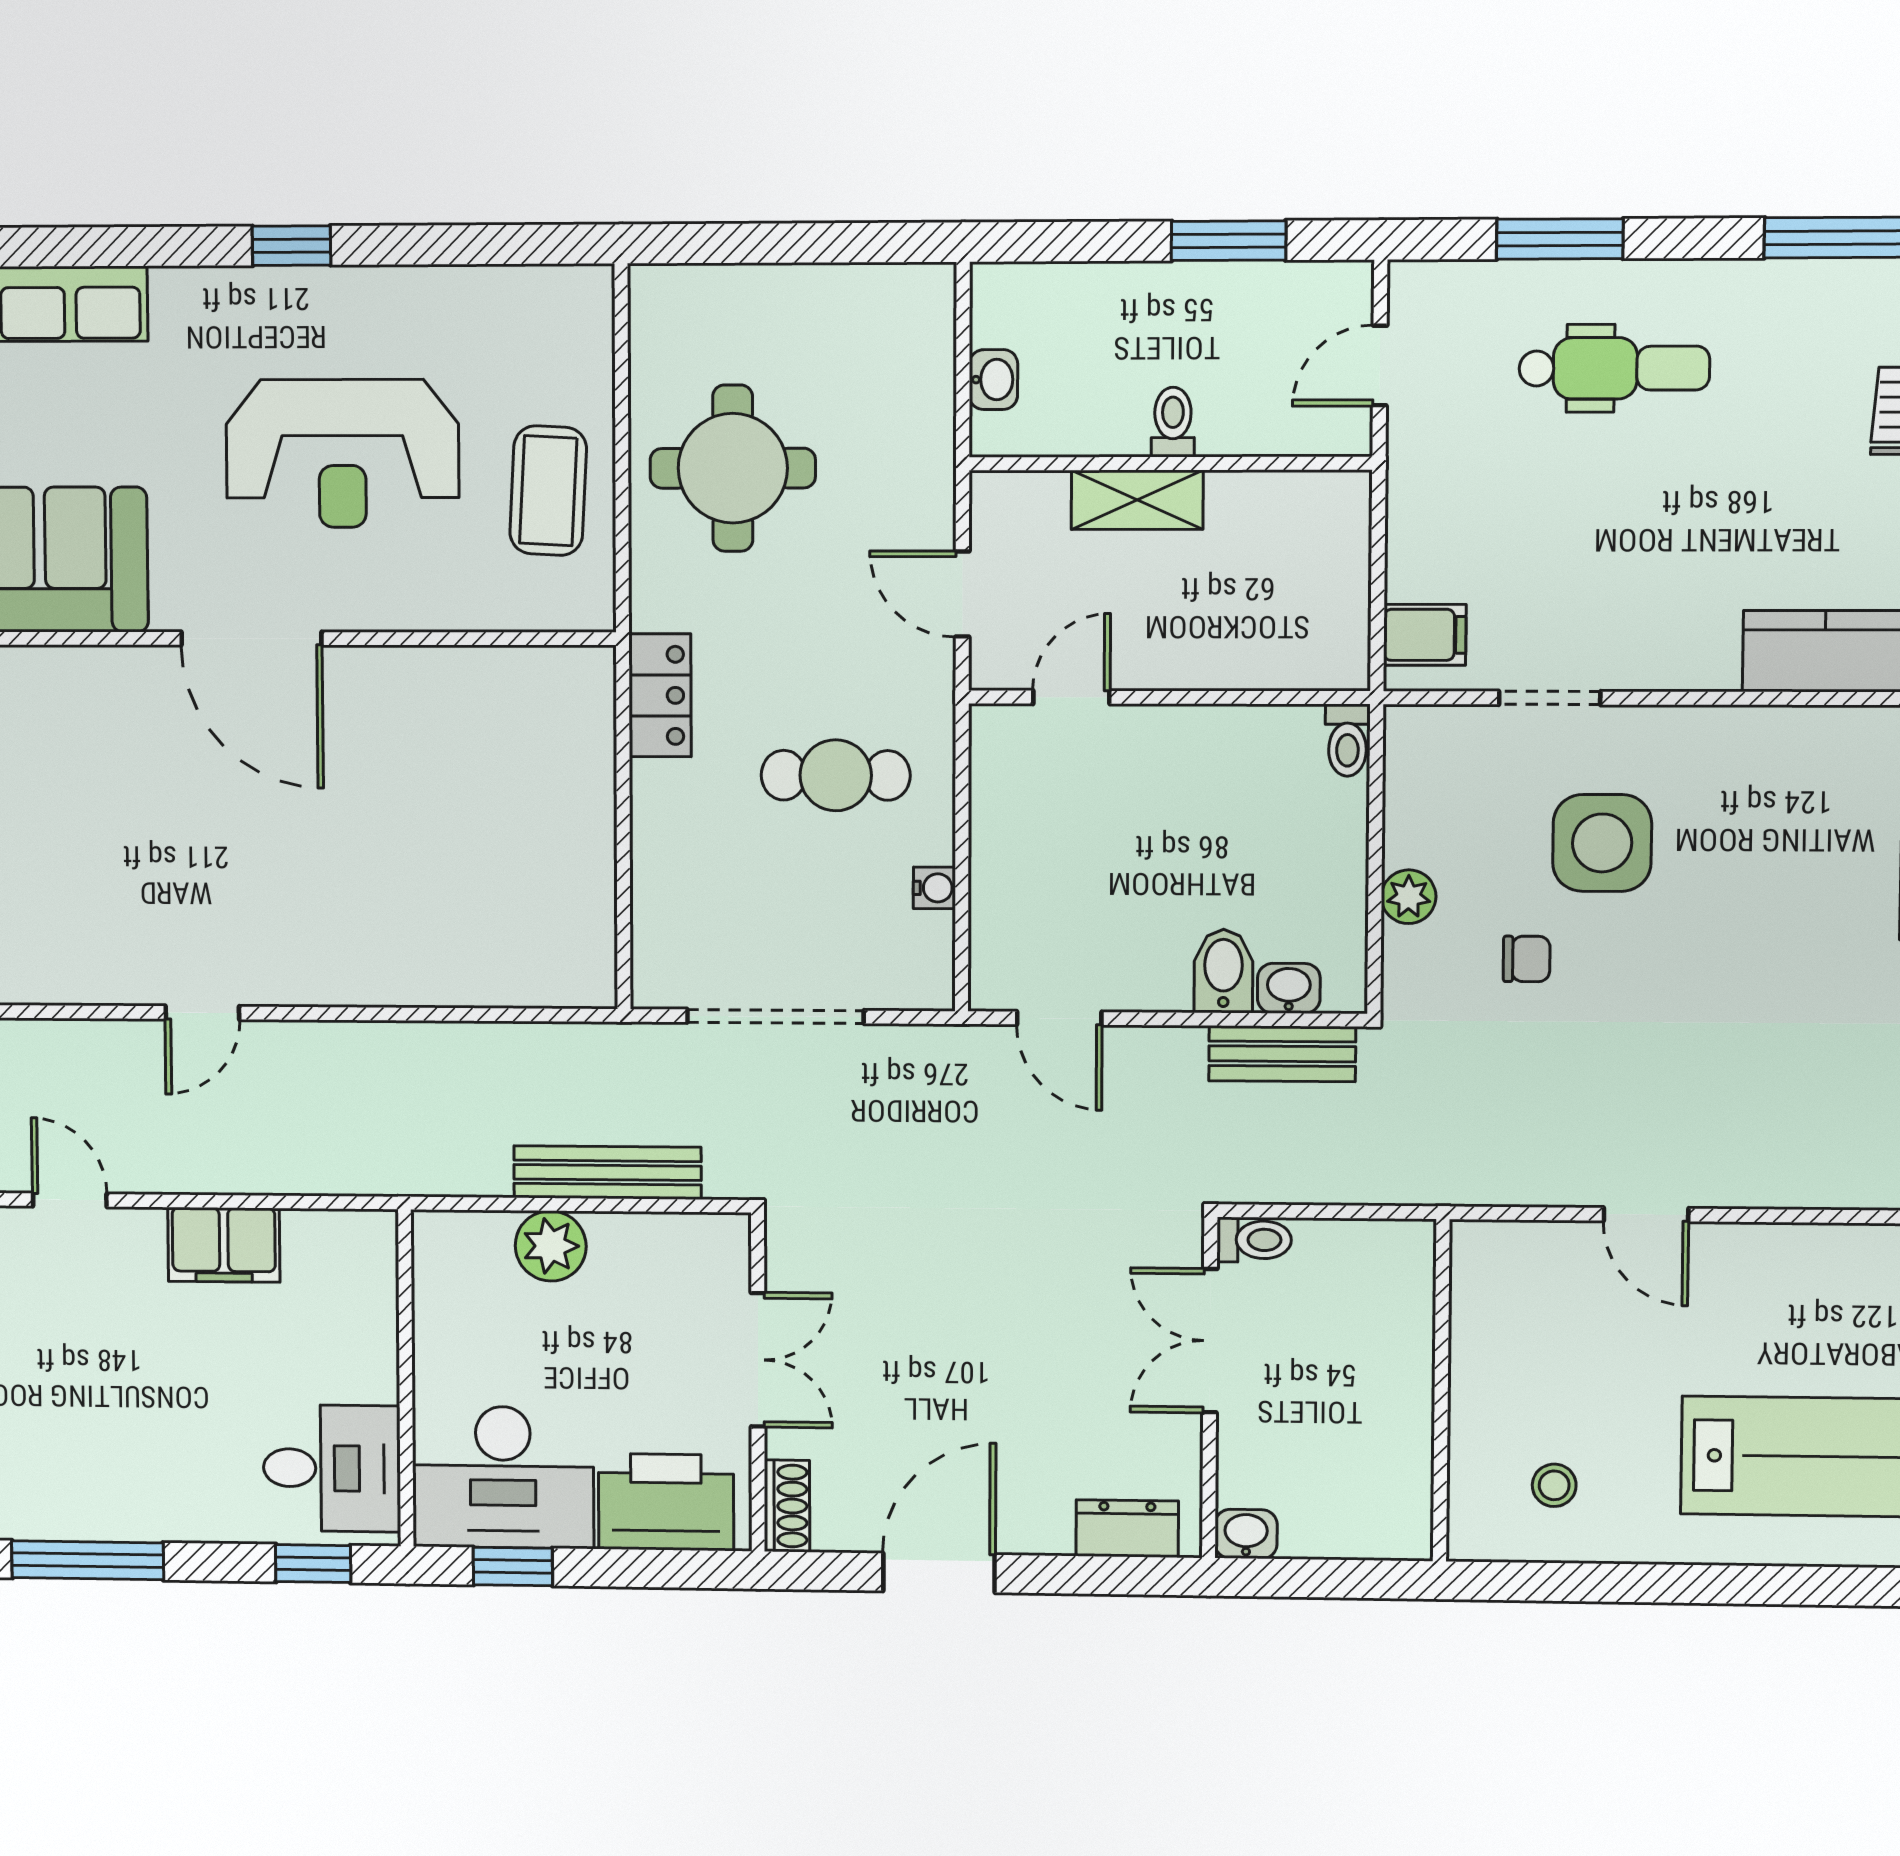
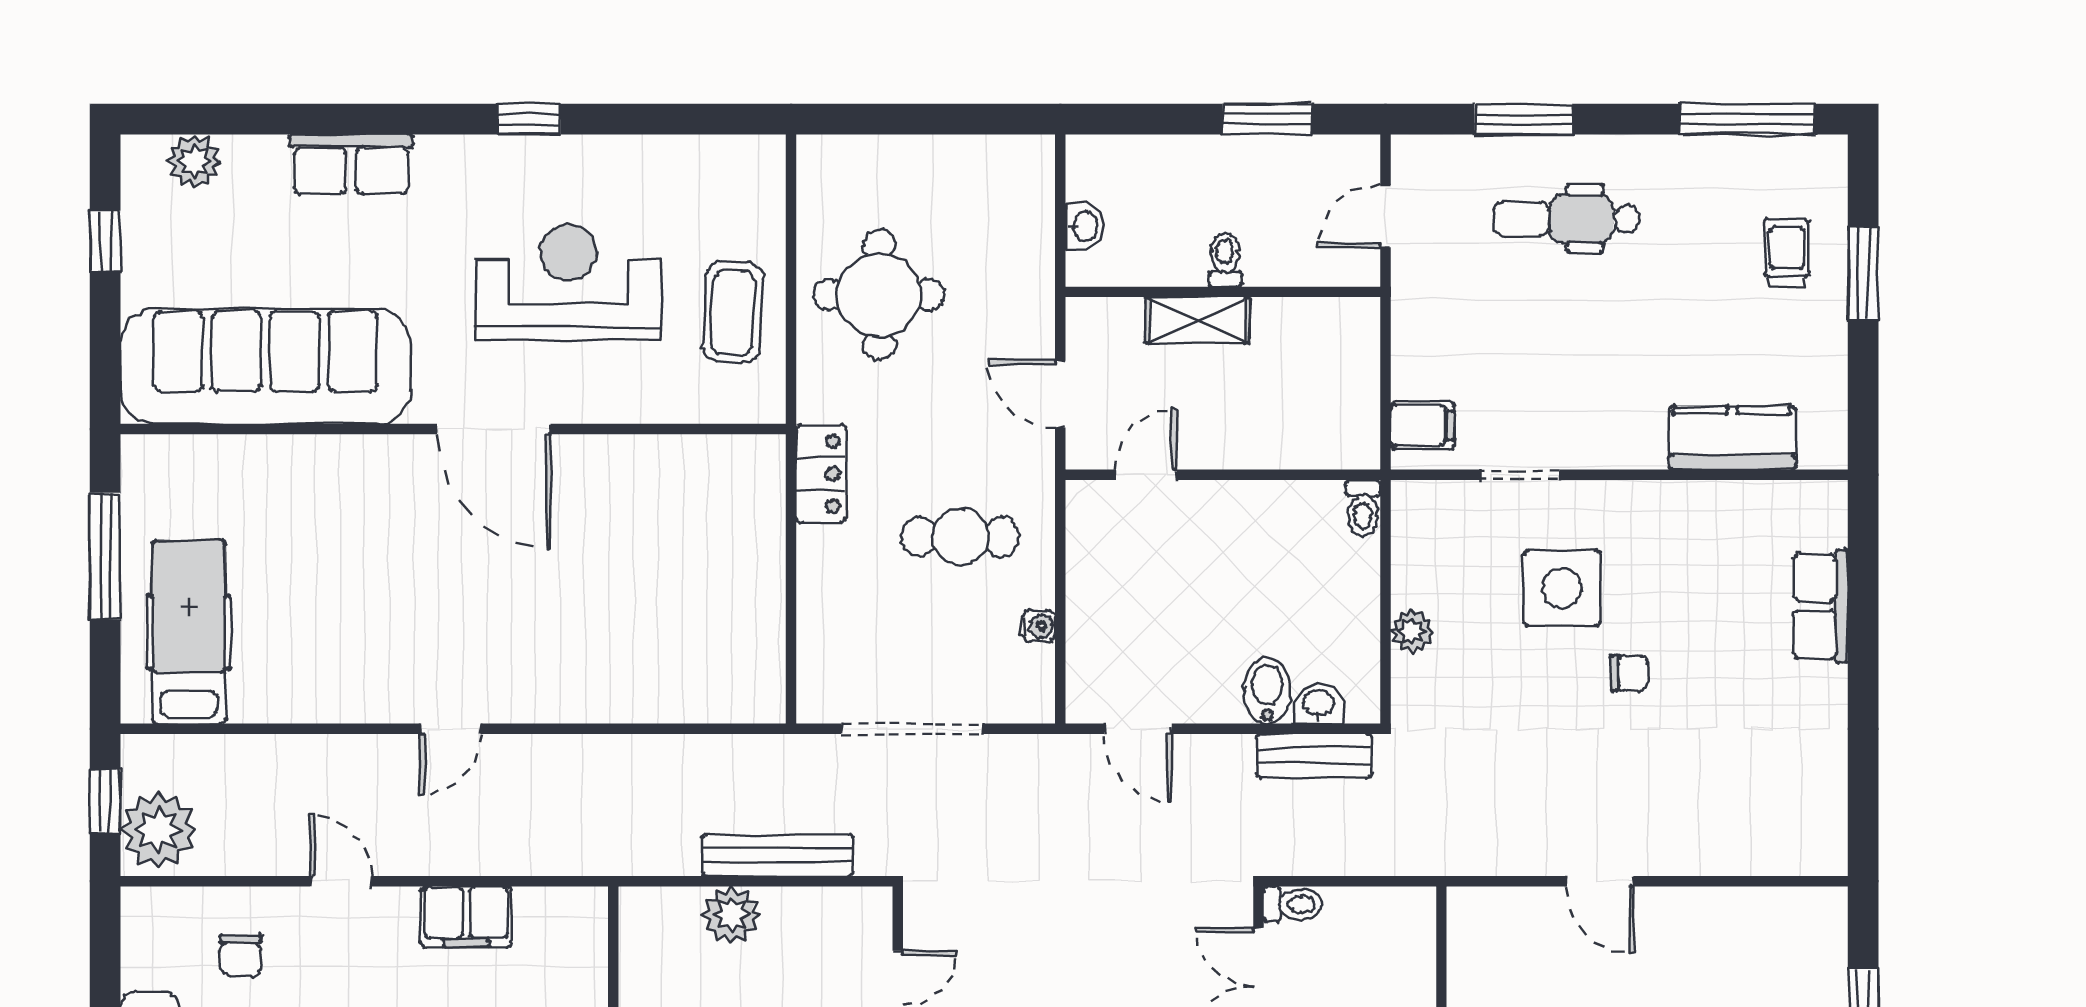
dental chair: (1614, 368) -> (1567, 219), turned 180
reception desk: (342, 453) -> (568, 283), turned 180
chair: (1527, 959) -> (1629, 673), moved

